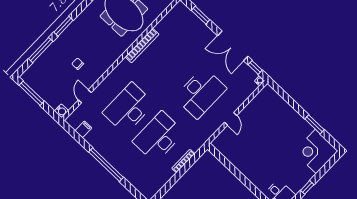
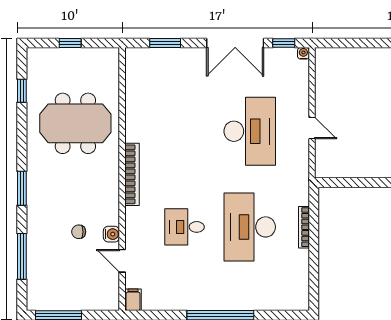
window: (63, 26) -> (22, 188), moved
bookcase: (142, 46) -> (132, 174), moved
desk: (128, 108) -> (184, 227), width x0.53, depth x0.77
water cooler: (61, 111) -> (111, 234), moved
filing cabinet: (83, 129) -> (133, 300), moved

